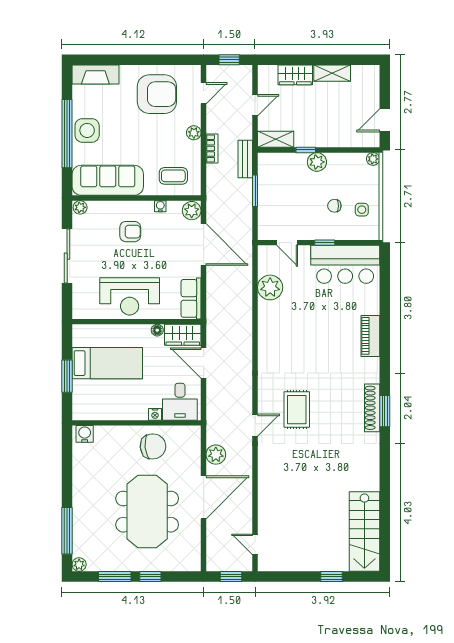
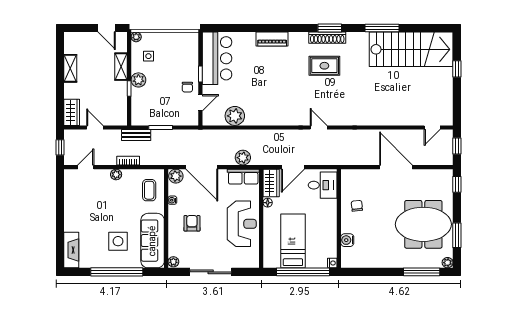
wardrobe: (295, 75) -> (72, 112), moved
door: (204, 93) -> (86, 167), hinge flipped
armchair: (157, 94) -> (86, 203), removed
side table: (87, 130) -> (118, 241), moved
shelving: (276, 139) -> (121, 67), moved
chair: (334, 206) -> (187, 87), moved
side table: (362, 210) -> (148, 56), moved
door: (204, 244) -> (202, 167), swing flipped
window: (67, 376) -> (303, 272), width x2.11
rug: (297, 410) -> (324, 66), moved
nightstand: (155, 414) -> (332, 263), moved
door: (255, 425) -> (319, 127), moved
water cooler: (85, 434) -> (347, 240), moved
chair: (153, 446) -> (357, 206), width x0.54, depth x0.54
plant: (216, 455) -> (243, 158), moved
window: (385, 479) -> (382, 28), added
meeting table: (147, 512) -> (423, 224), moved
stairs: (364, 532) -> (411, 49), width x1.36, depth x1.51
window: (150, 577) -> (457, 184), moved

